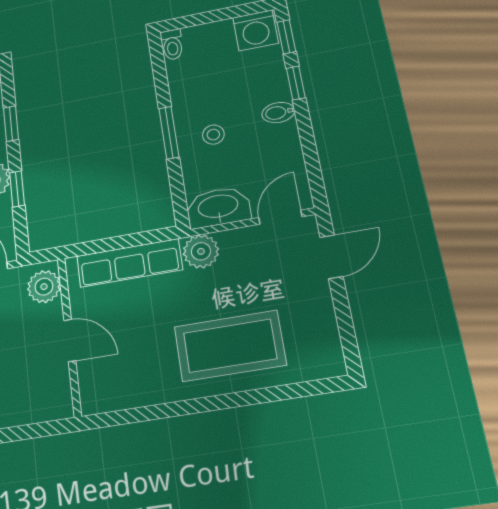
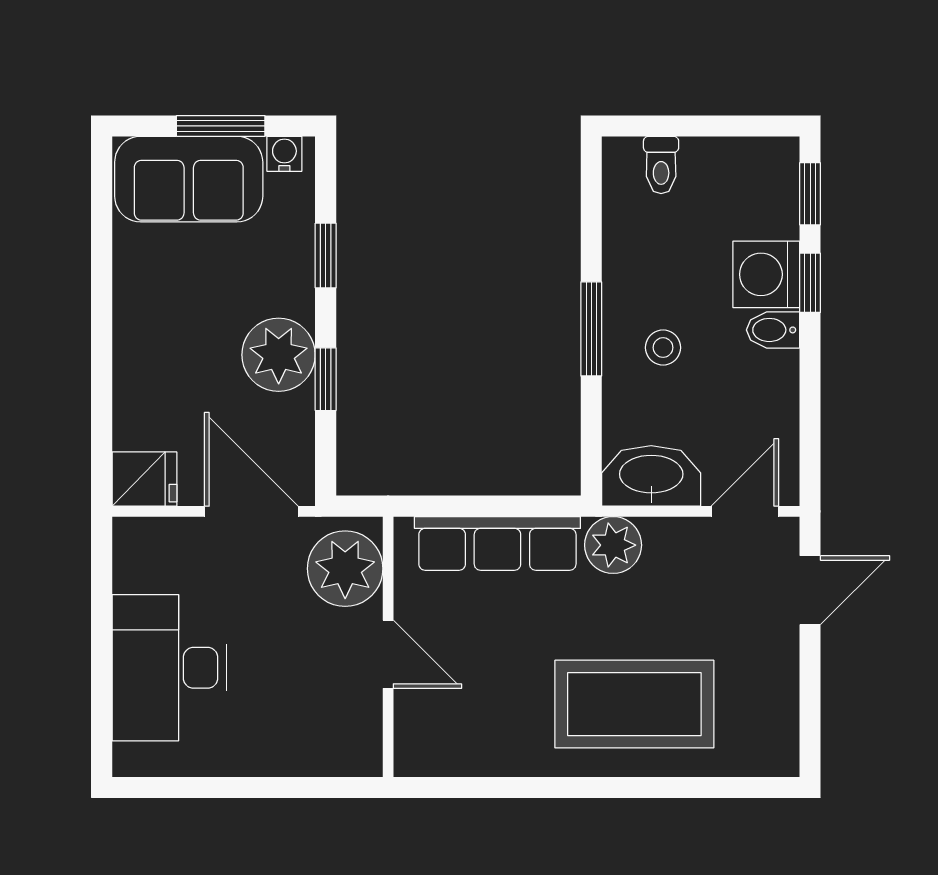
washing machine: (255, 30) -> (766, 274), moved, turned 90
toilet: (172, 45) -> (661, 165), moved
plant: (44, 287) -> (345, 569), width x1.36, depth x1.36

